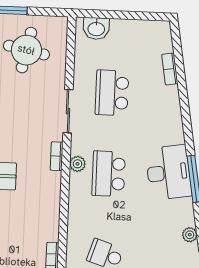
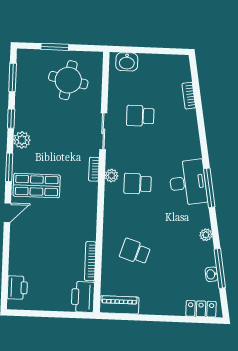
school desk: (112, 93) -> (140, 116), width x0.54
school desk: (109, 174) -> (138, 184), width x0.54

